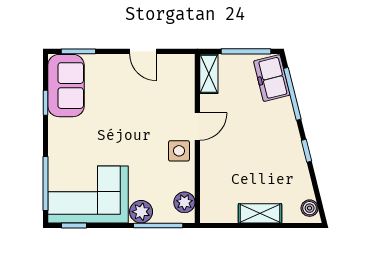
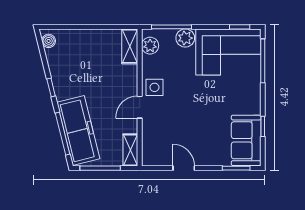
freezer: (272, 78) -> (78, 131), width x1.91, depth x1.26
shelving: (260, 213) -> (130, 46), moved, turned 90

